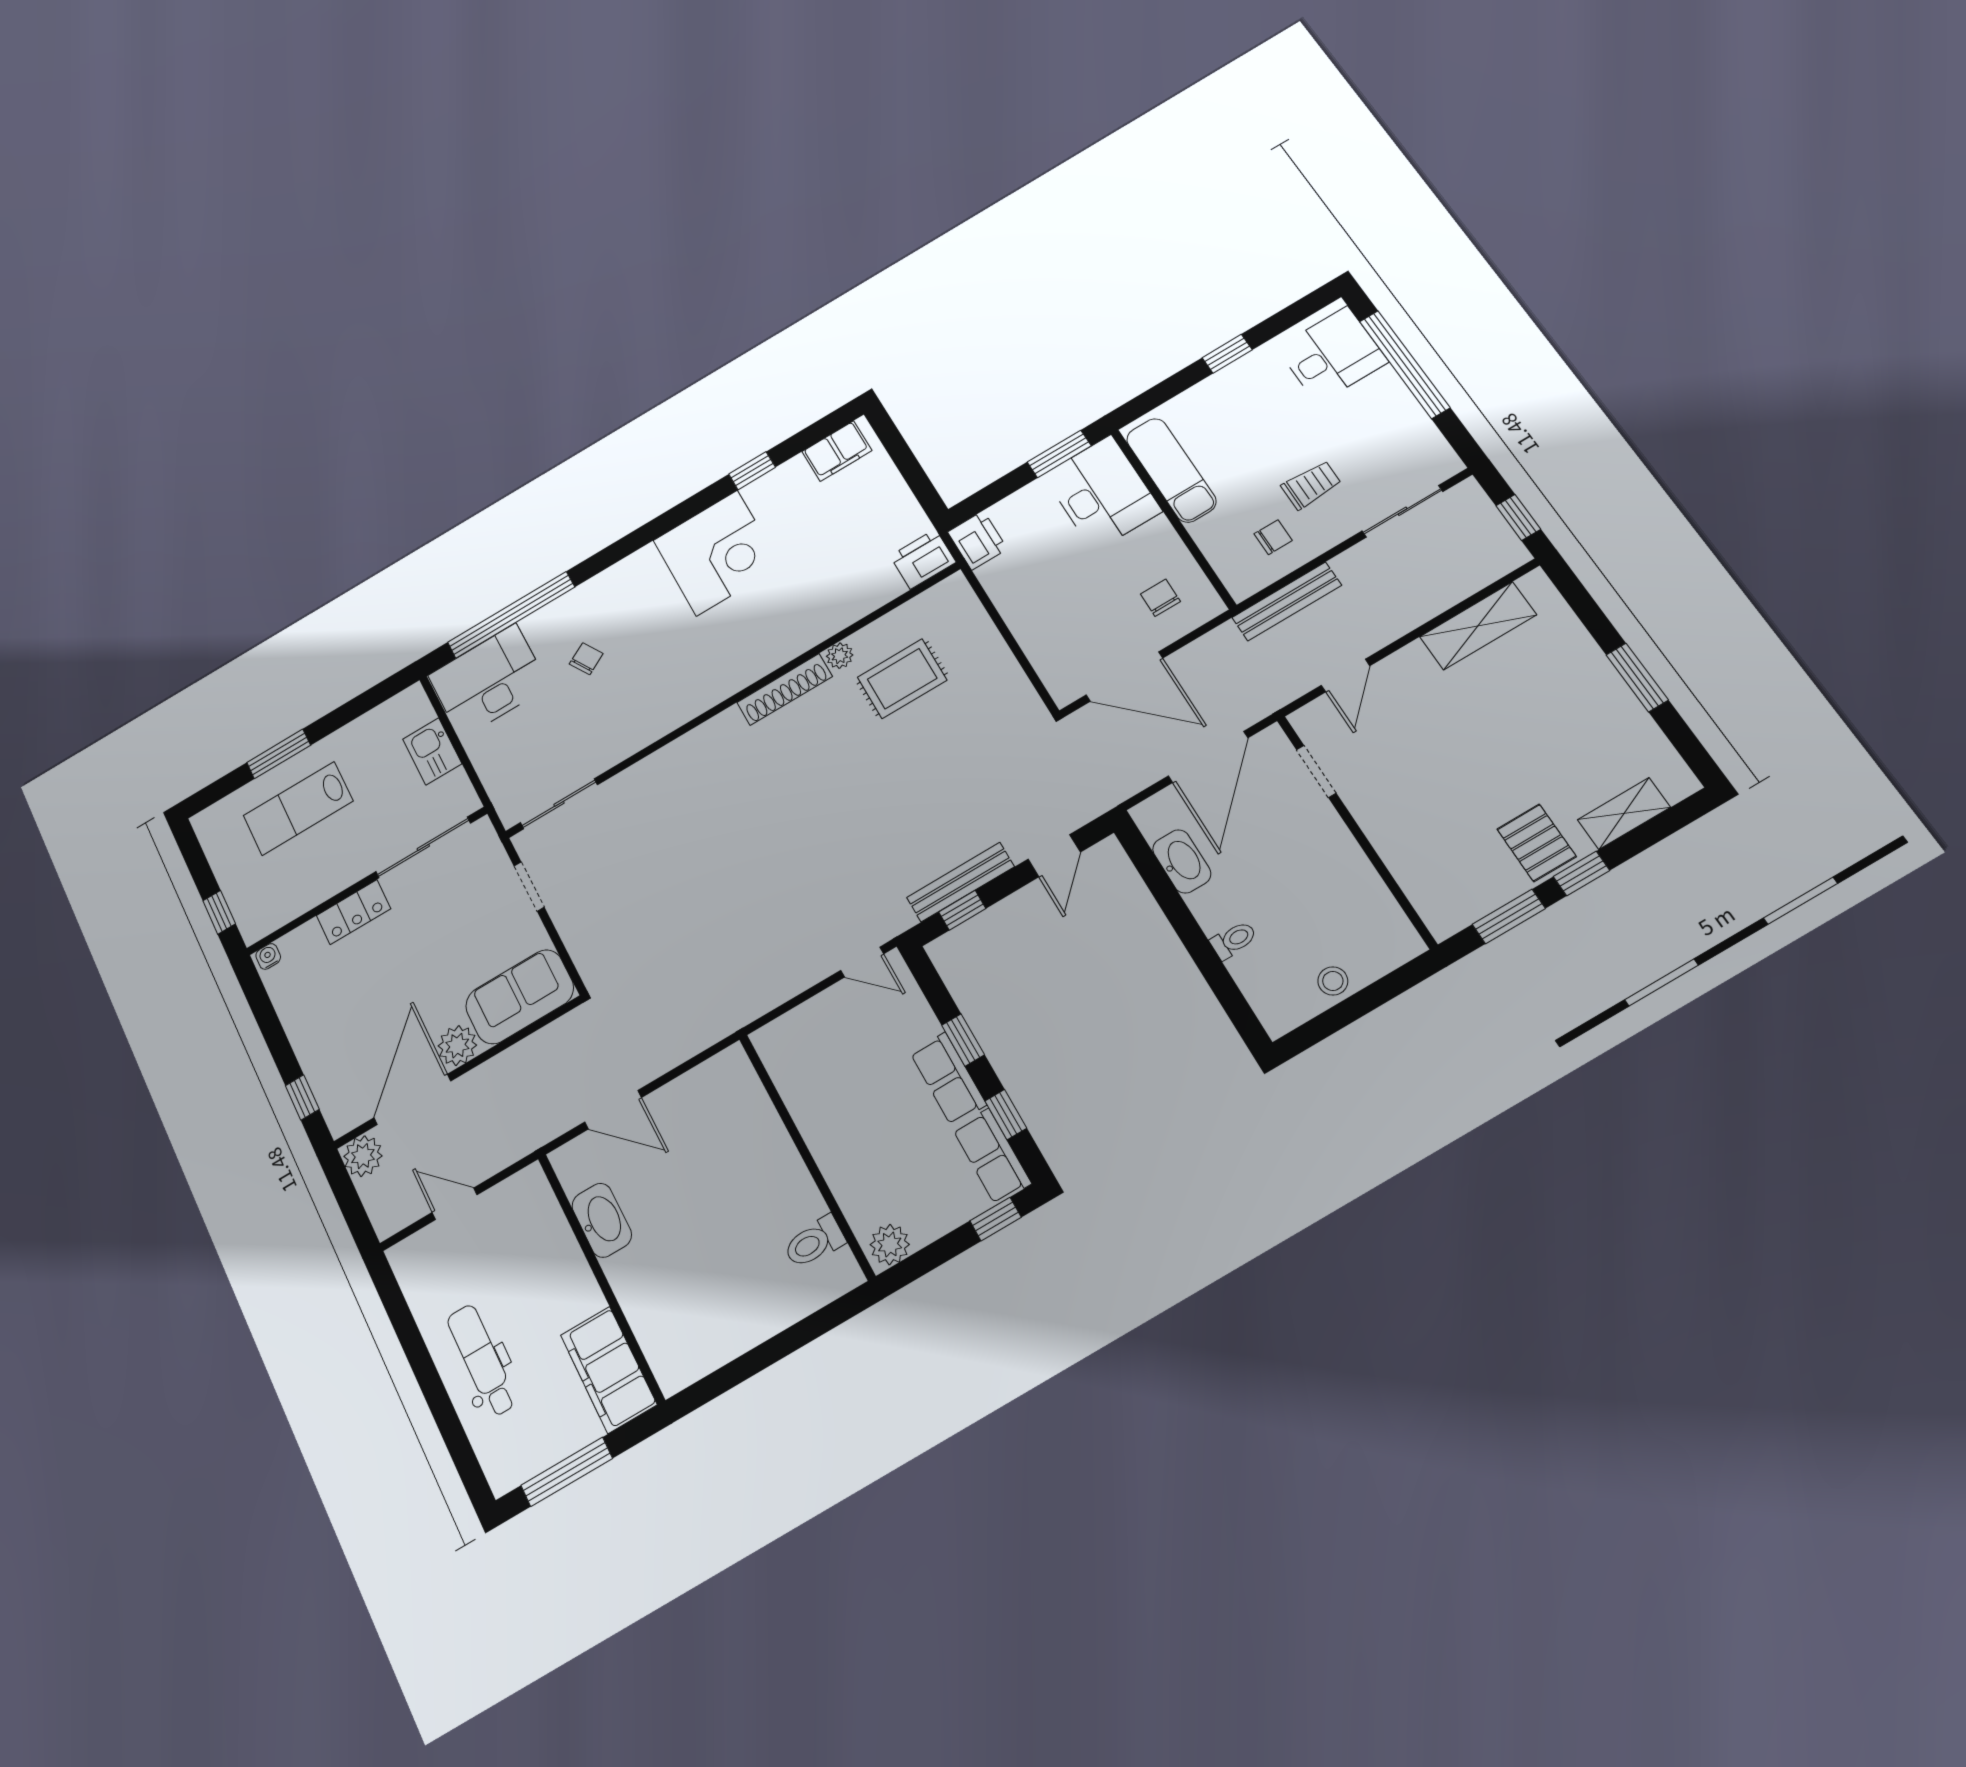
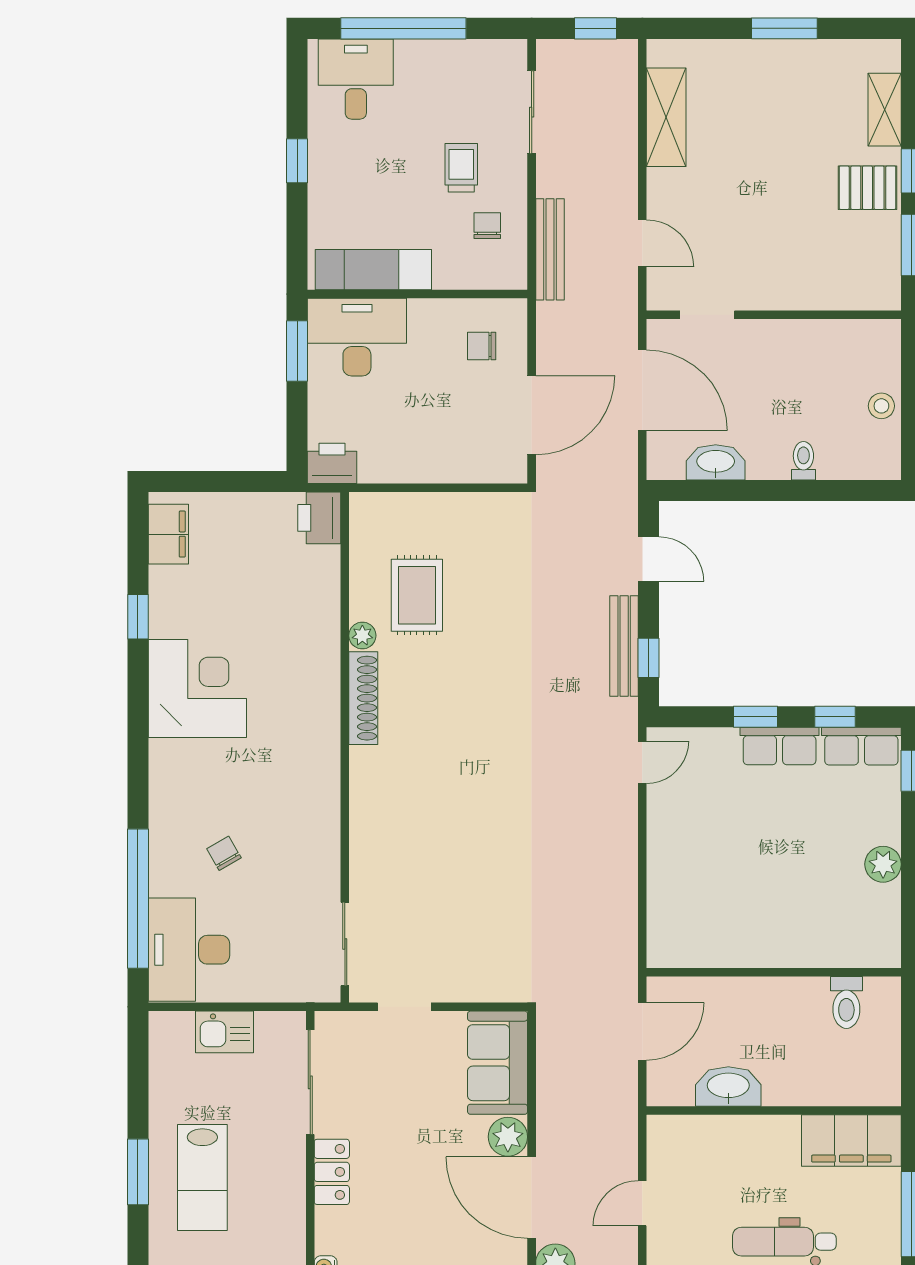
wall: (806, 1155) -> (774, 972), moved
toilet: (814, 1242) -> (846, 1002), moved

